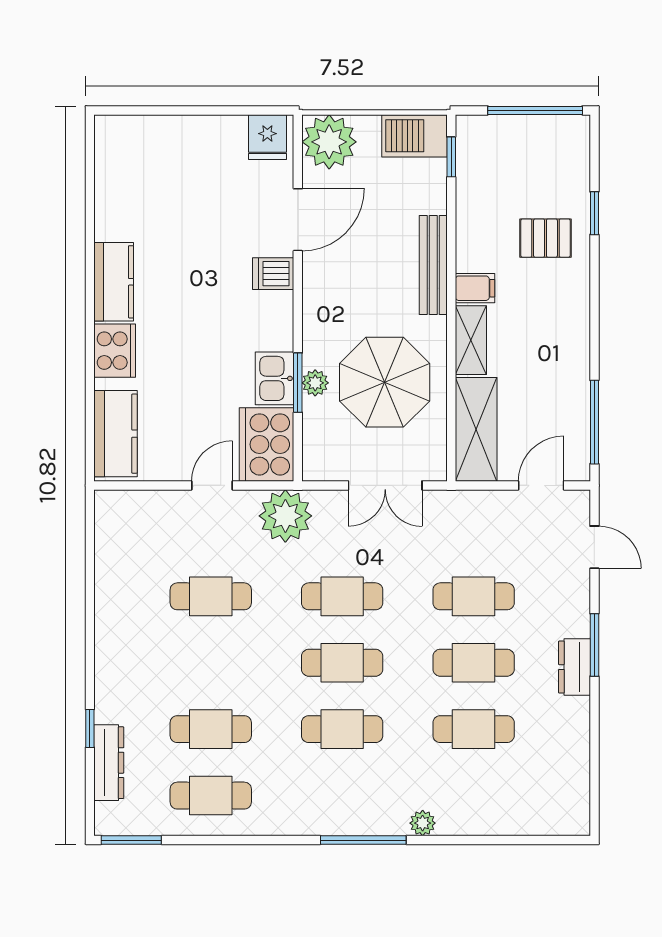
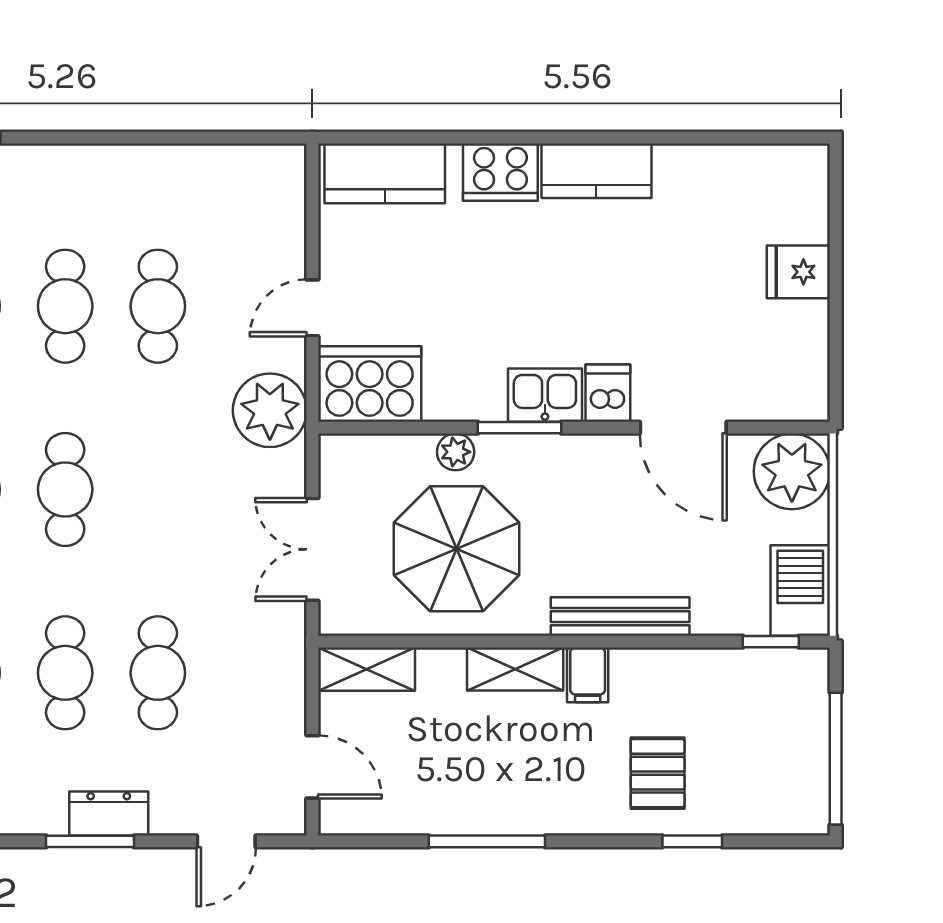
fridge: (267, 137) -> (798, 272), moved
kitchen sink: (275, 378) -> (545, 395), moved
window: (298, 383) -> (520, 428), moved
window: (594, 422) -> (487, 841), moved
shelving: (476, 429) -> (367, 669), width x0.67, depth x0.75
door: (212, 485) -> (312, 308), swing flipped
cafe table: (342, 596) -> (65, 306), moved
dresser: (574, 667) -> (109, 814), moved

